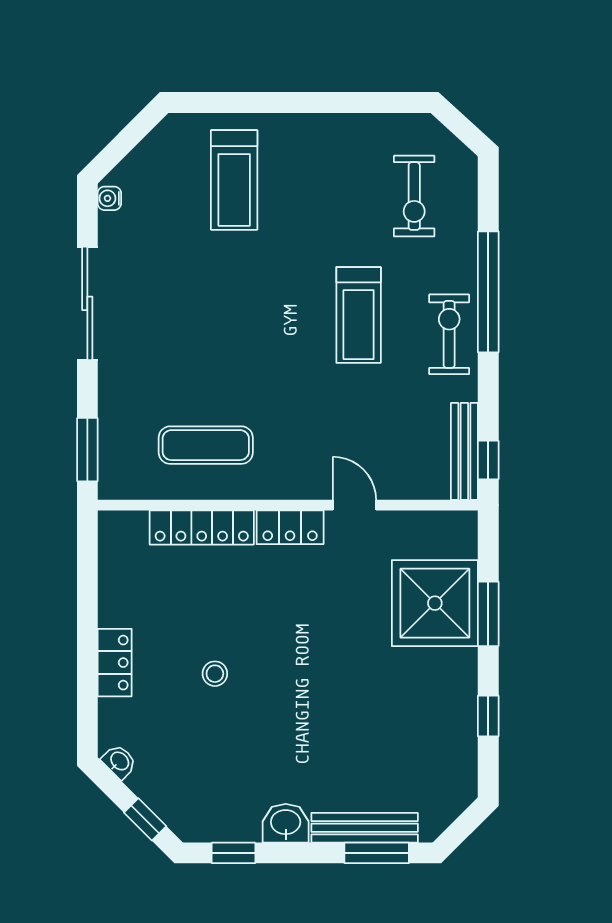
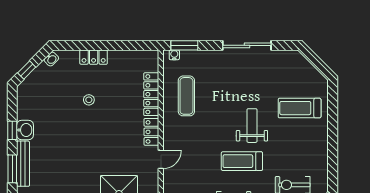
water cooler: (109, 198) -> (174, 55), moved
weight bench: (275, 291) -> (252, 126), added
window: (234, 853) -> (12, 130), moved

